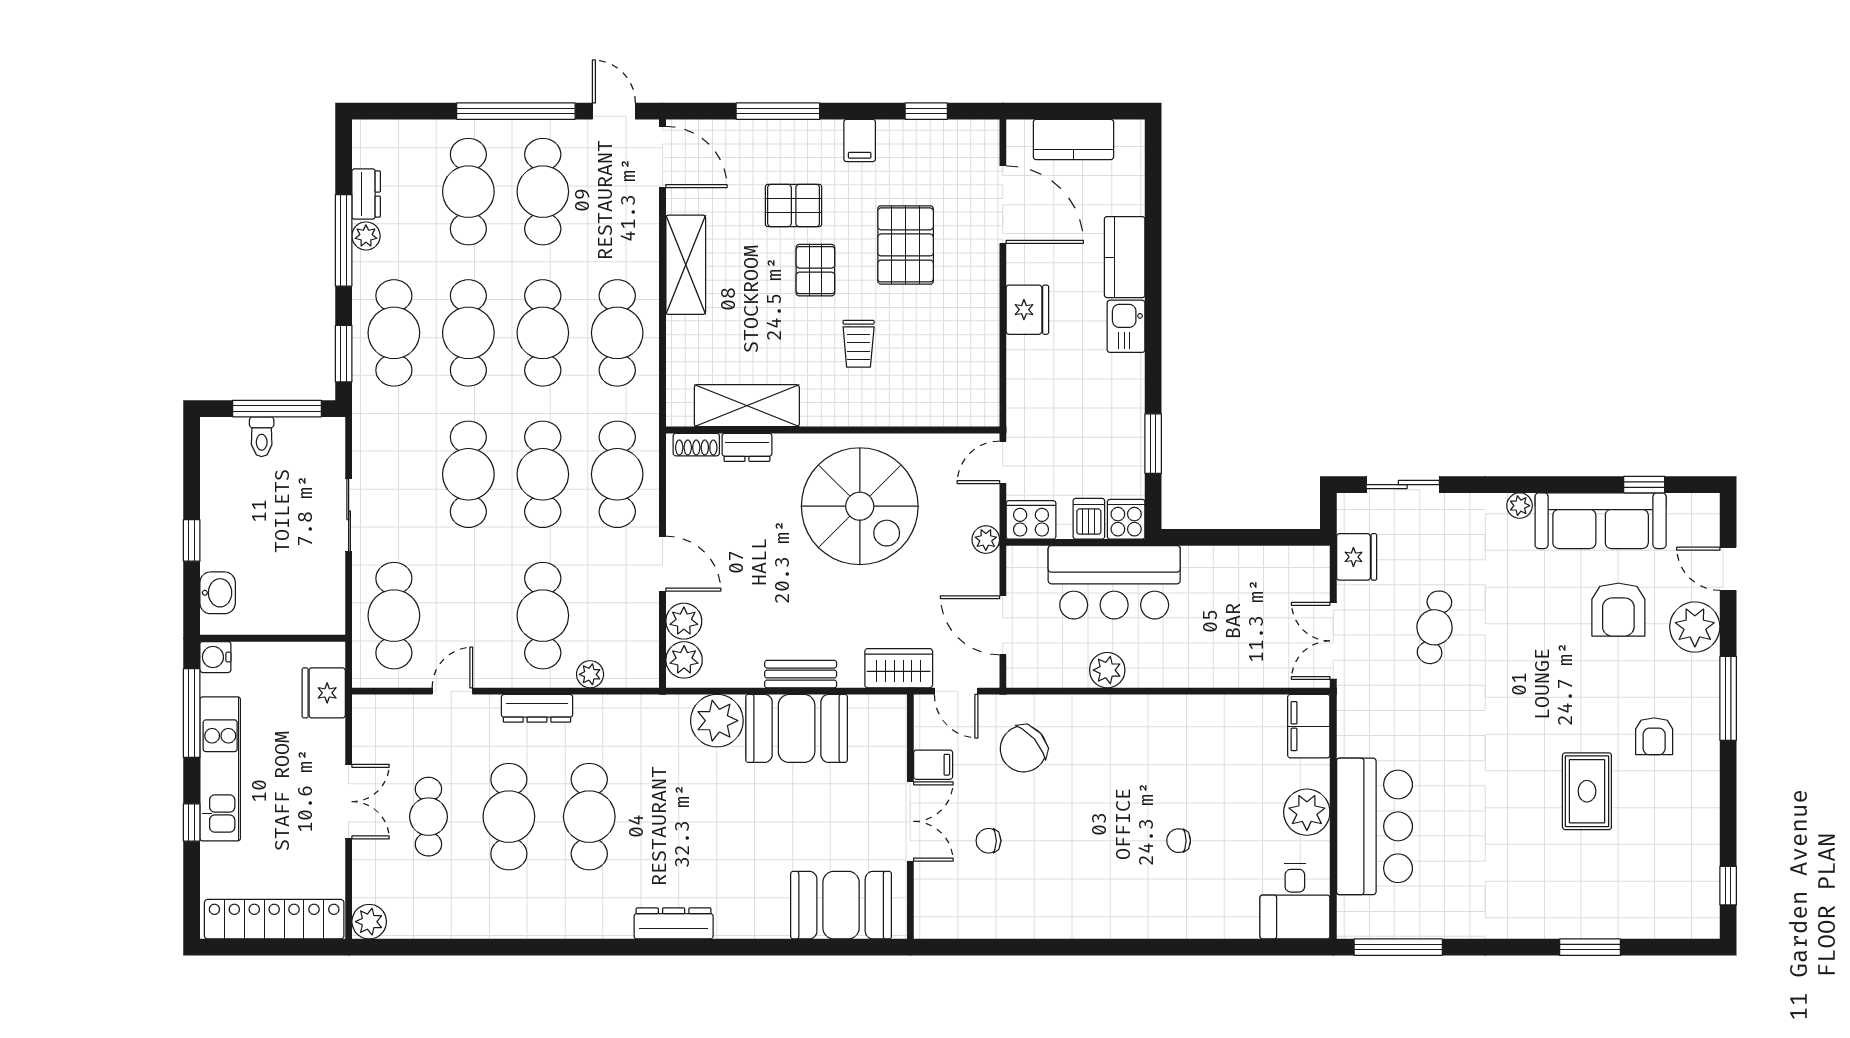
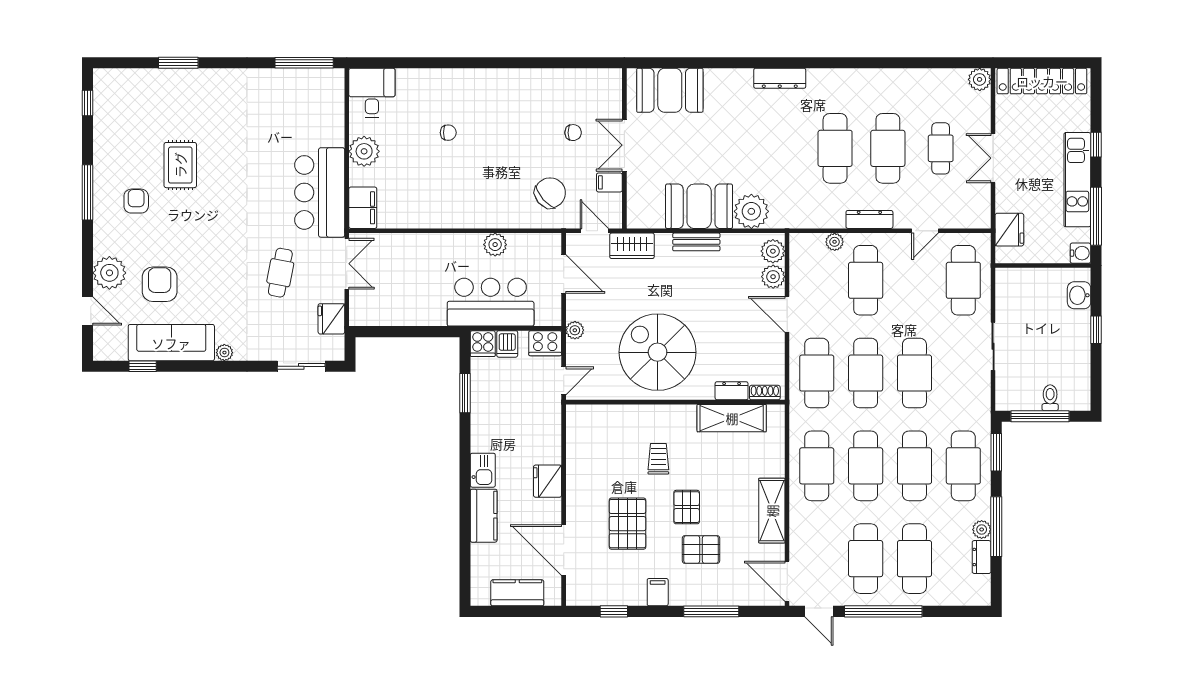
window: (1728, 698) -> (88, 192), moved
bar counter: (1375, 826) -> (320, 192), moved

